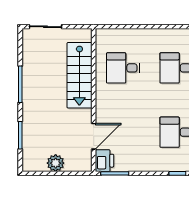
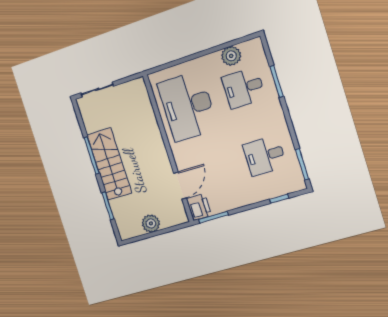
plant: (174, 37) -> (231, 56), added
desk: (123, 68) -> (188, 106), width x1.87, depth x1.30
stairs: (79, 75) -> (109, 164), moved, turned 180

